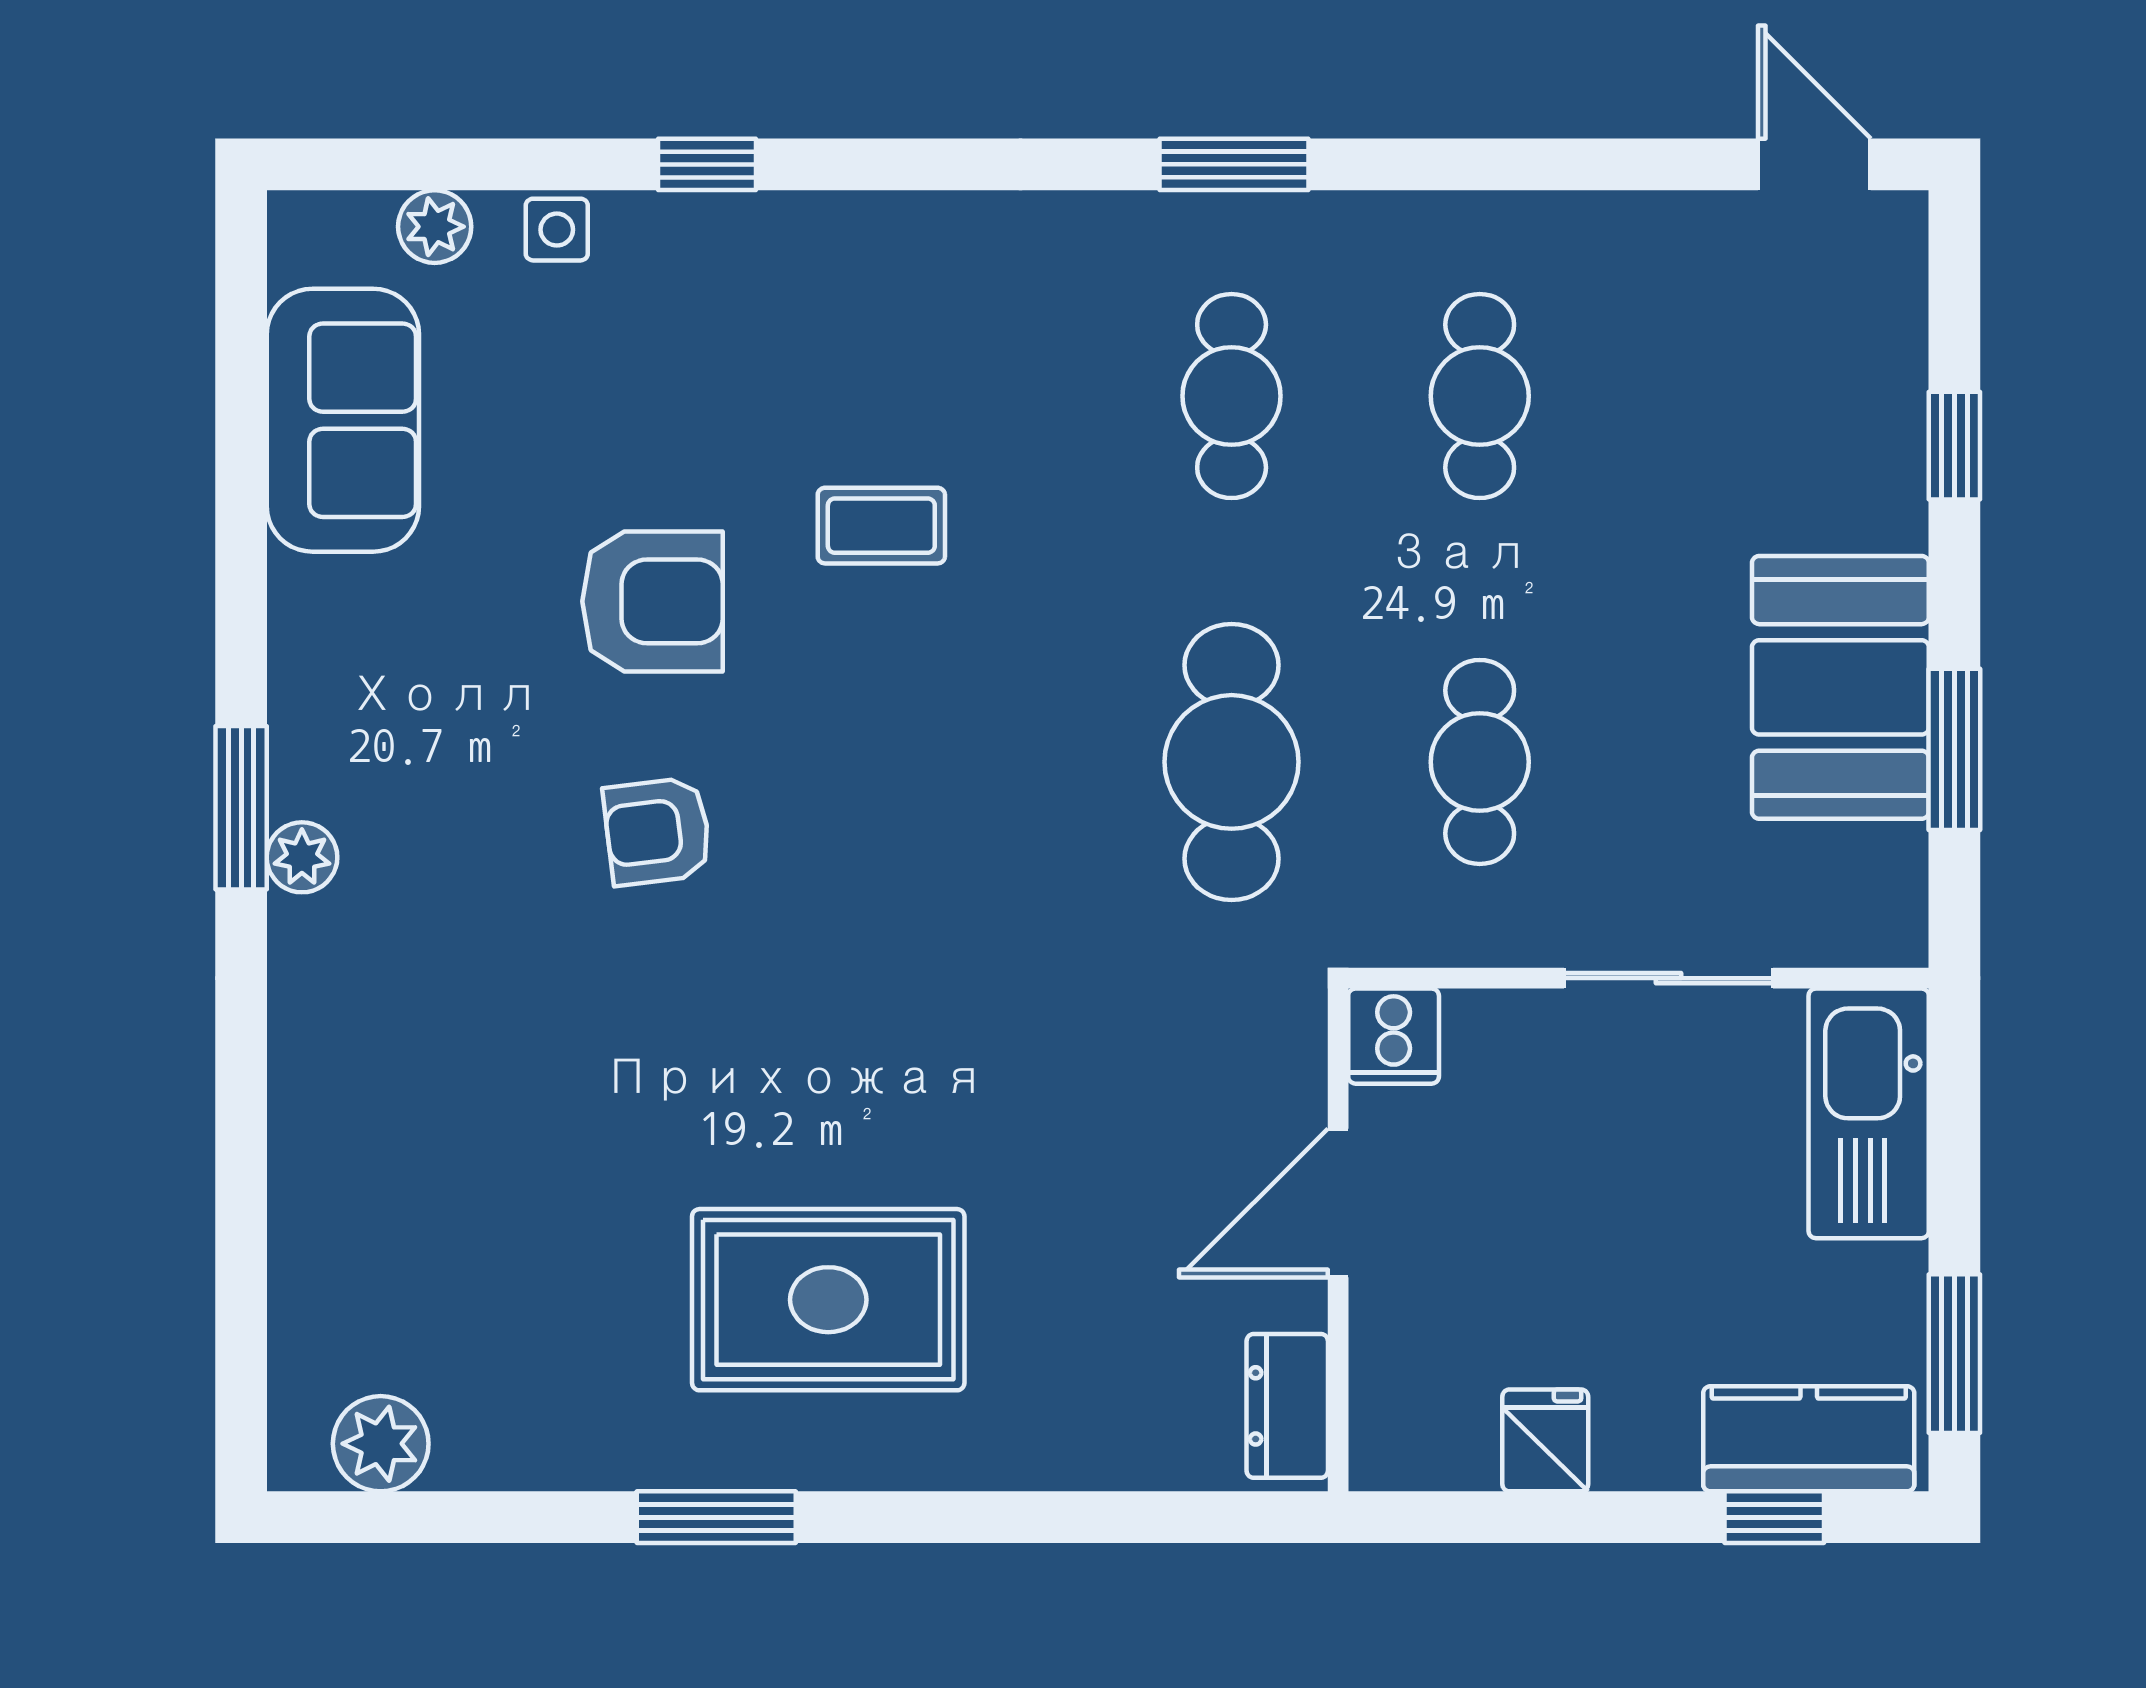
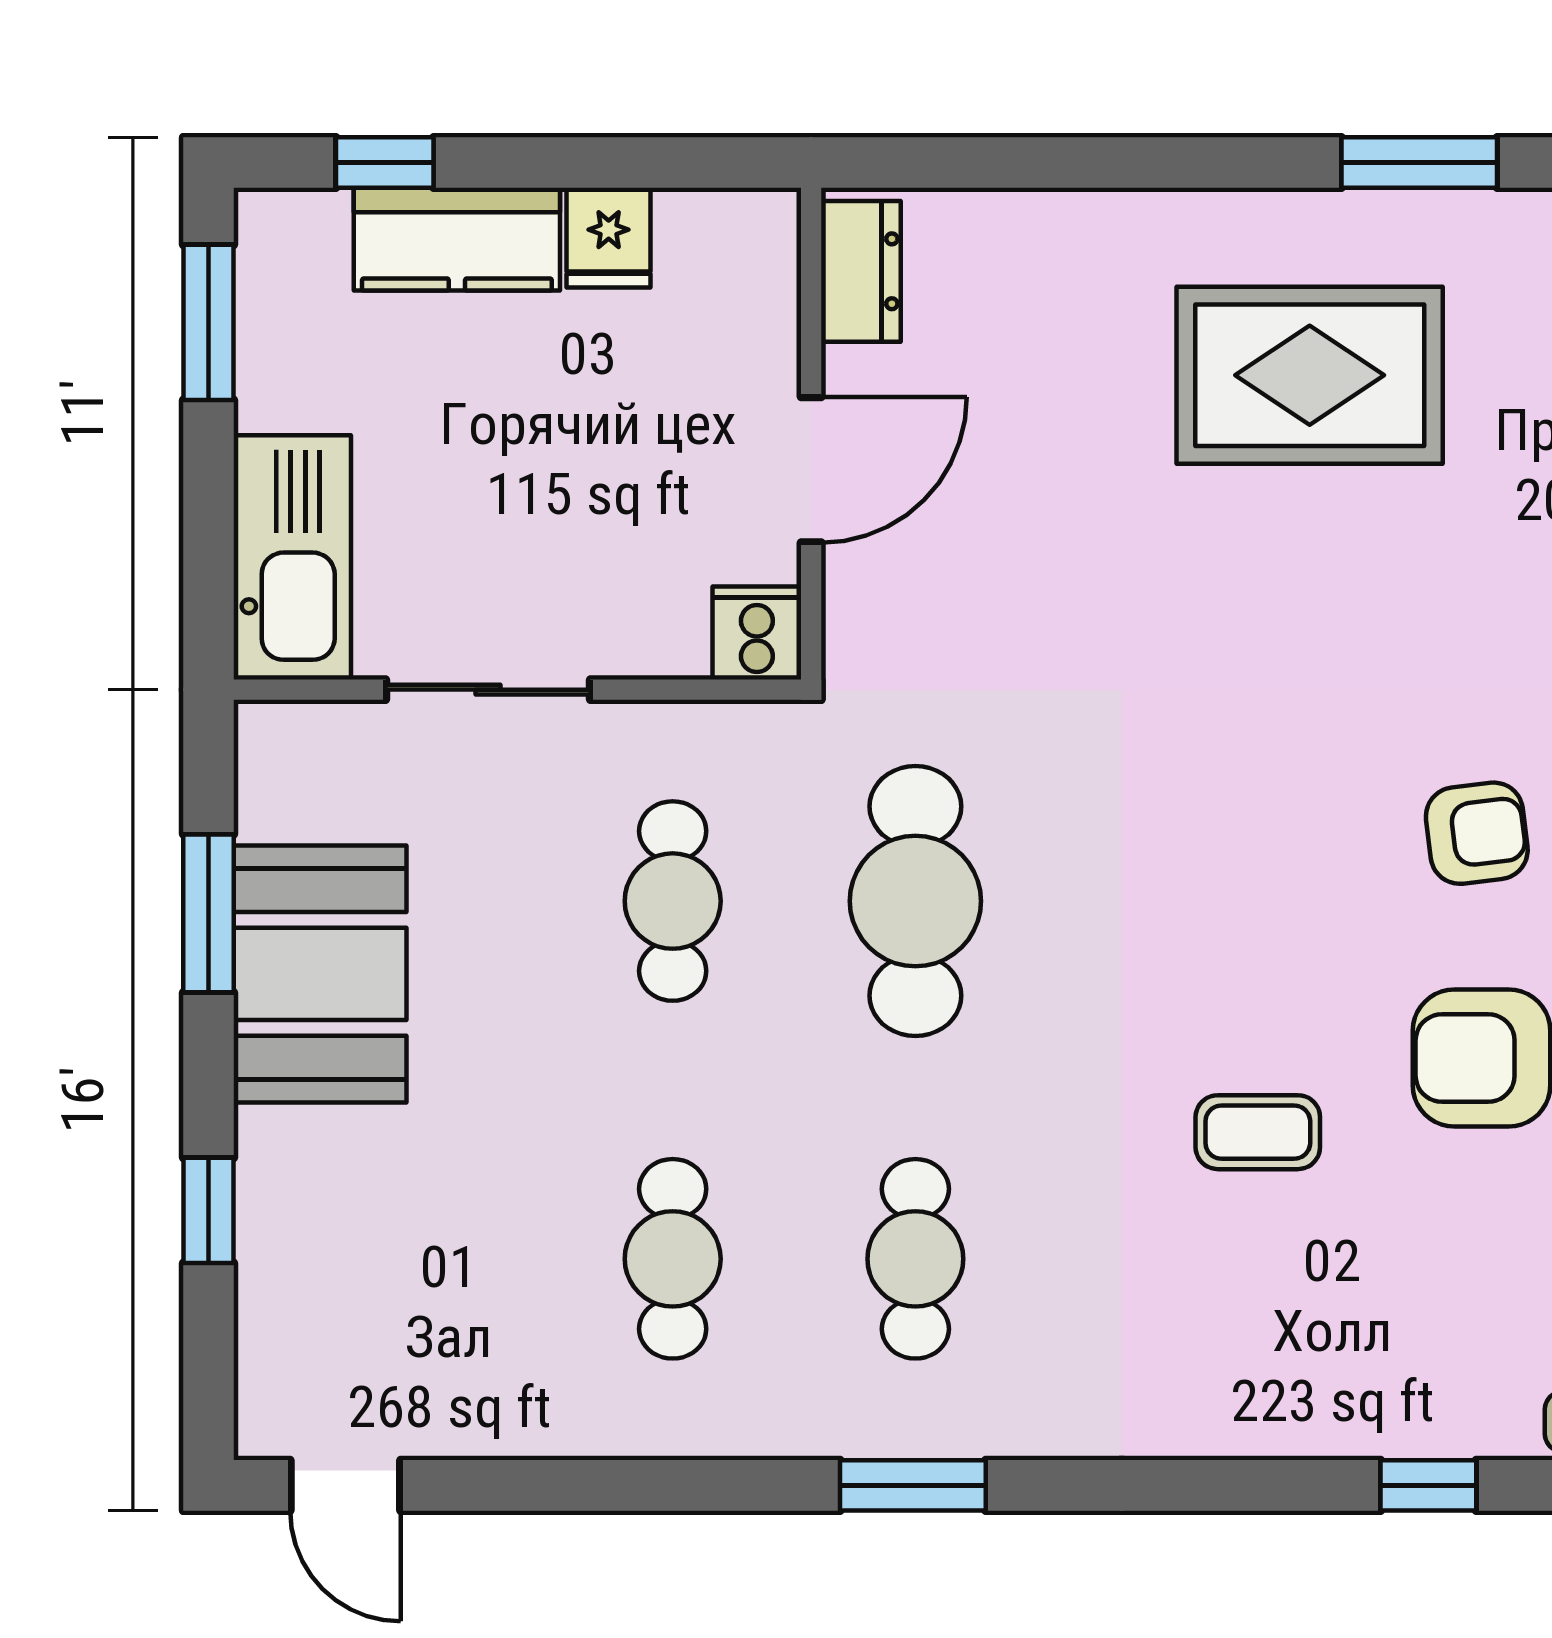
kitchen counter: (1809, 1439) -> (457, 239), moved

